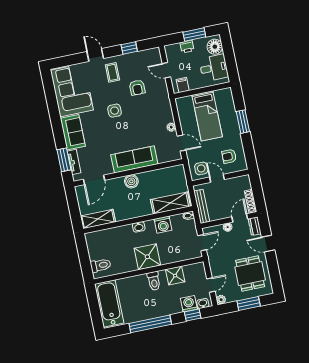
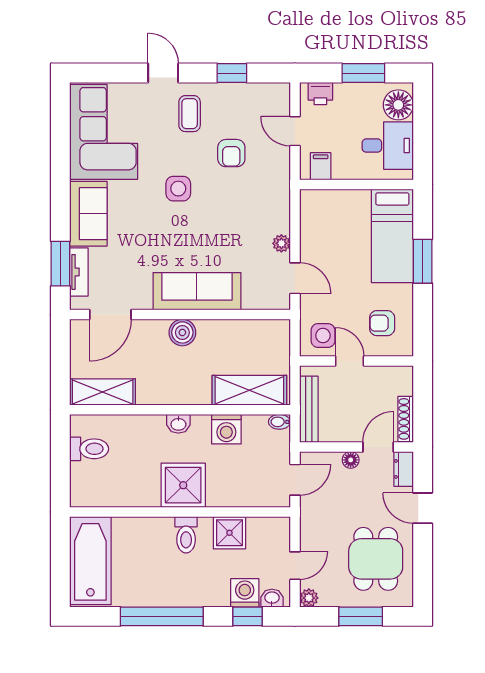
printer: (187, 47) -> (320, 93), moved
bed: (207, 116) -> (392, 236), moved
toilet: (101, 265) -> (89, 449), moved

